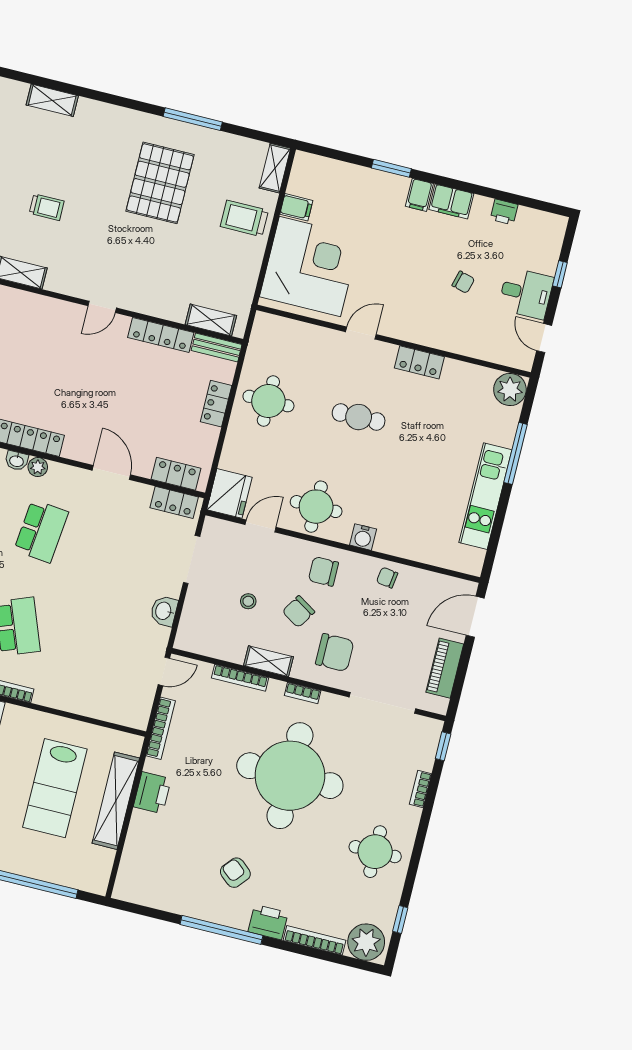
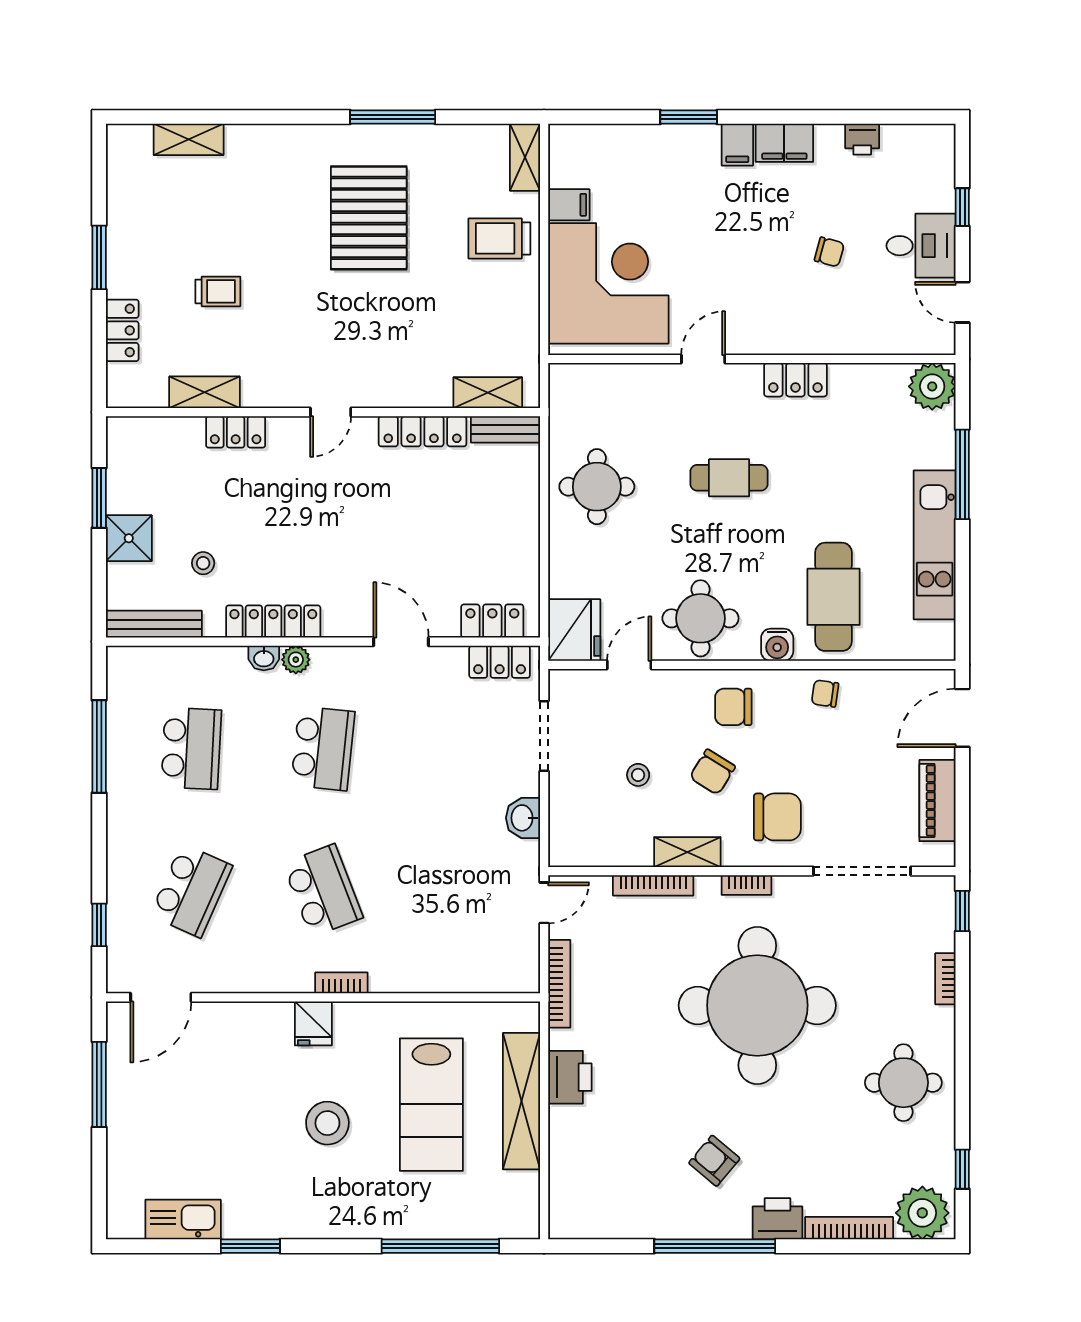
locker: (216, 404) -> (236, 432), moved, turned -90
cafe table: (409, 514) -> (834, 597), added

